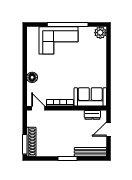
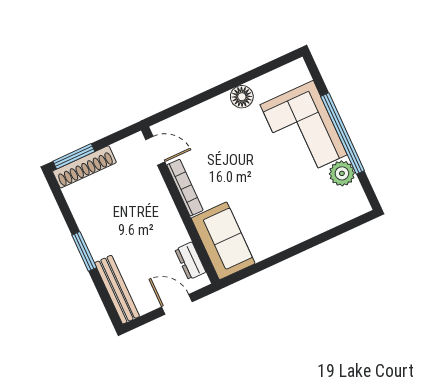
plant: (100, 33) -> (342, 173), moved
floor lamp: (32, 77) -> (242, 97), moved
door: (38, 108) -> (155, 151), hinge flipped

